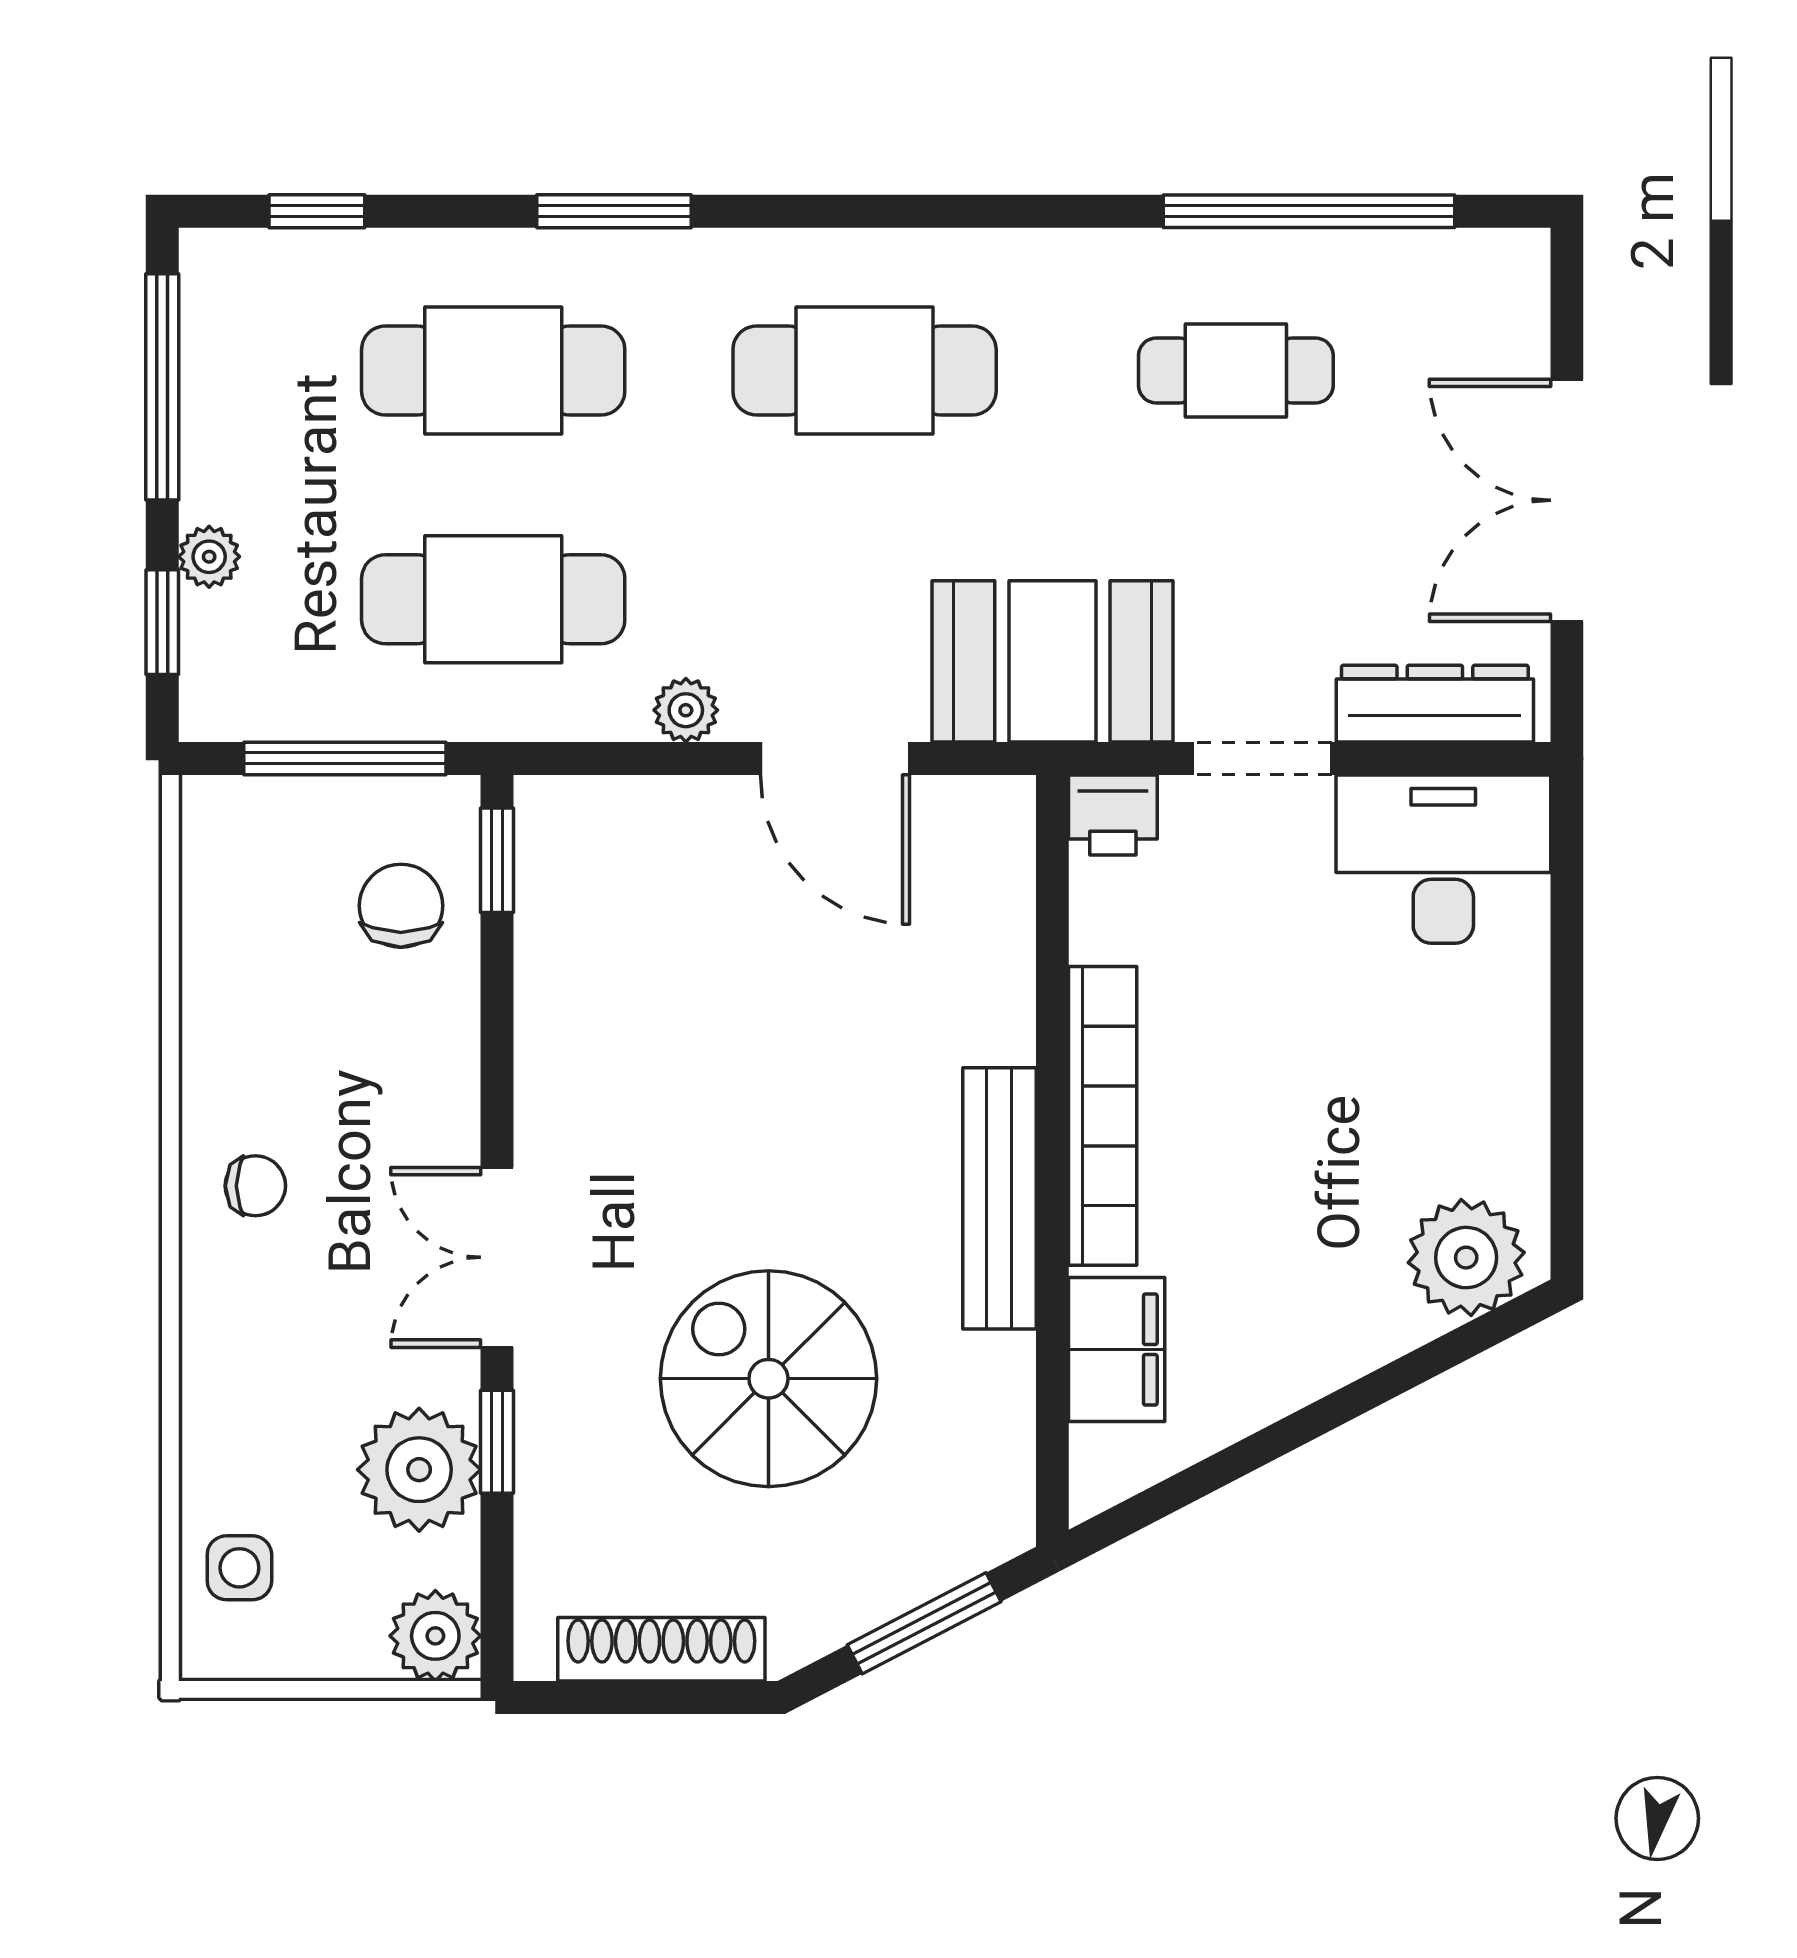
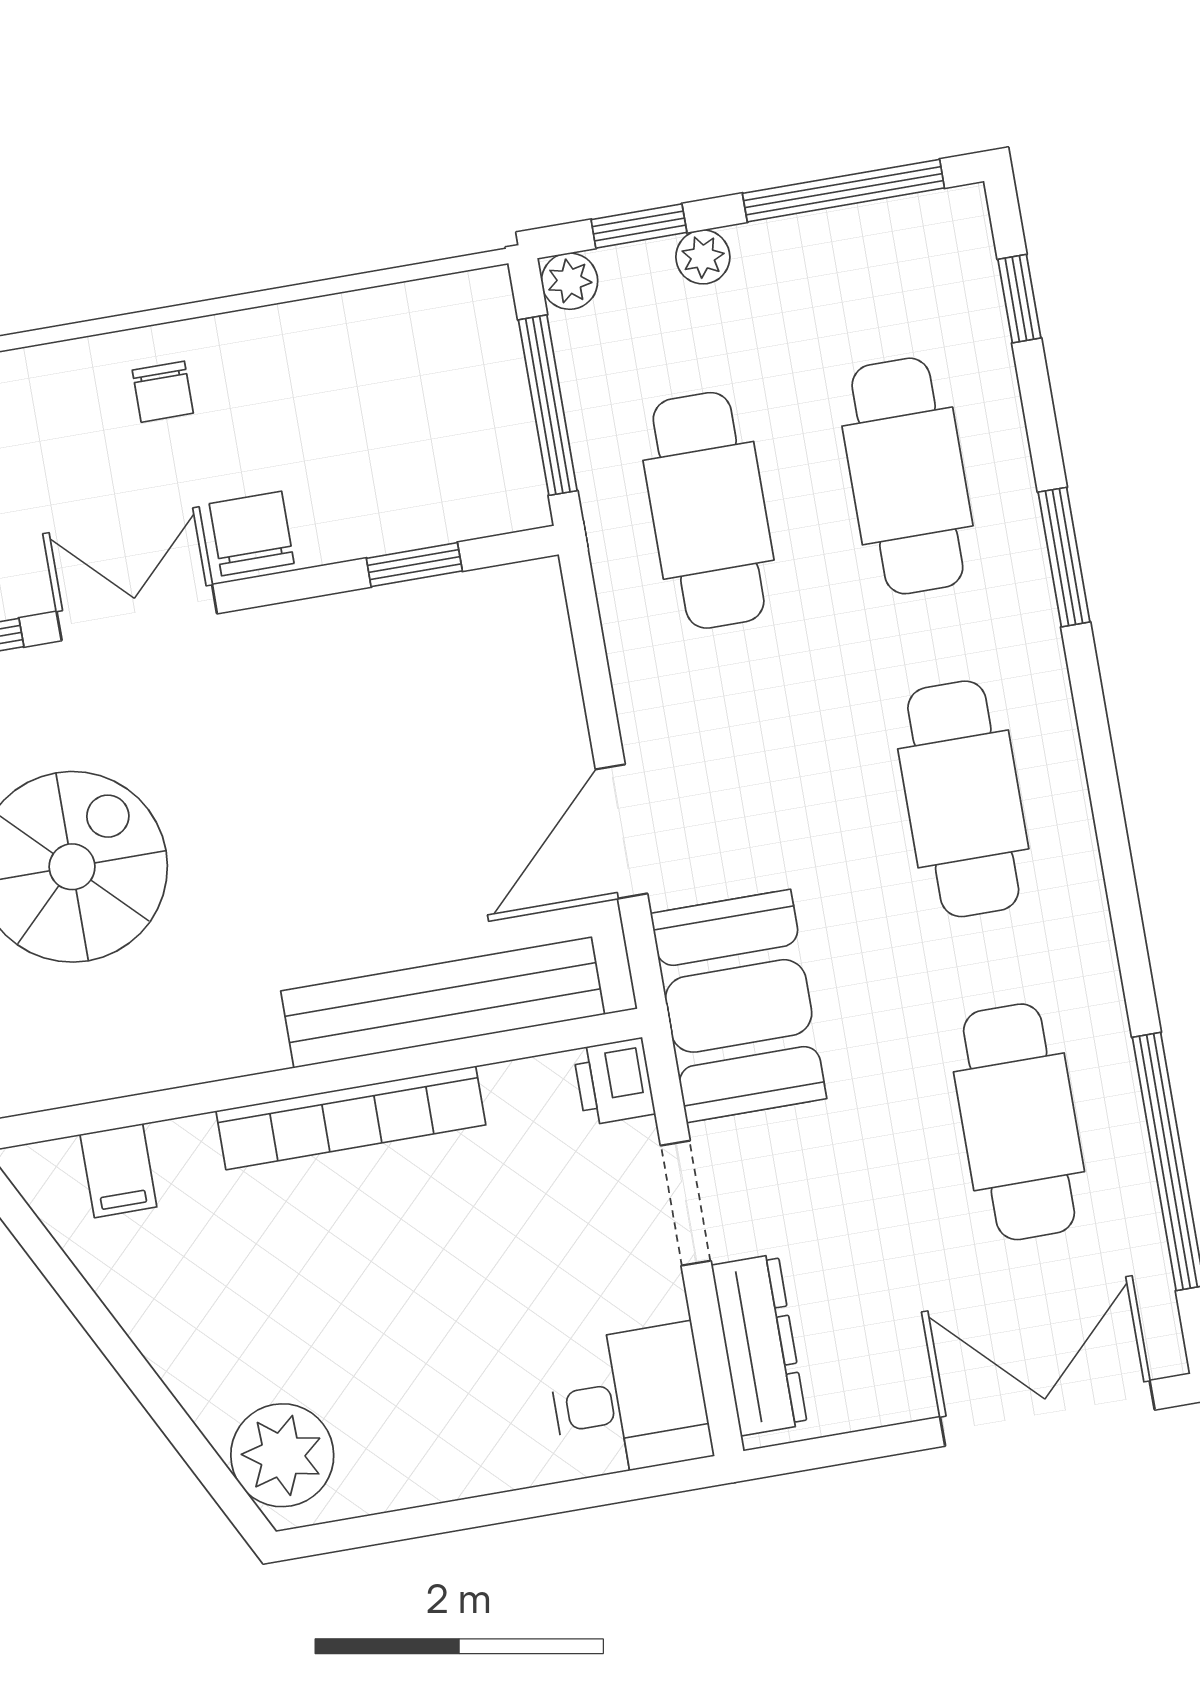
cafe table: (1236, 370) -> (1019, 1122), width x1.37, depth x1.35
double door: (1567, 500) -> (1047, 1413), moved
plant: (686, 710) -> (570, 281), moved
desk: (1443, 859) -> (630, 1401), width x0.73
window: (497, 860) -> (414, 565), moved
chair: (401, 906) -> (252, 533), moved, turned -90
bench: (999, 1198) -> (443, 1003), moved, width x1.37, depth x1.21
filing cabinet: (1117, 1350) -> (118, 1171), width x0.50

